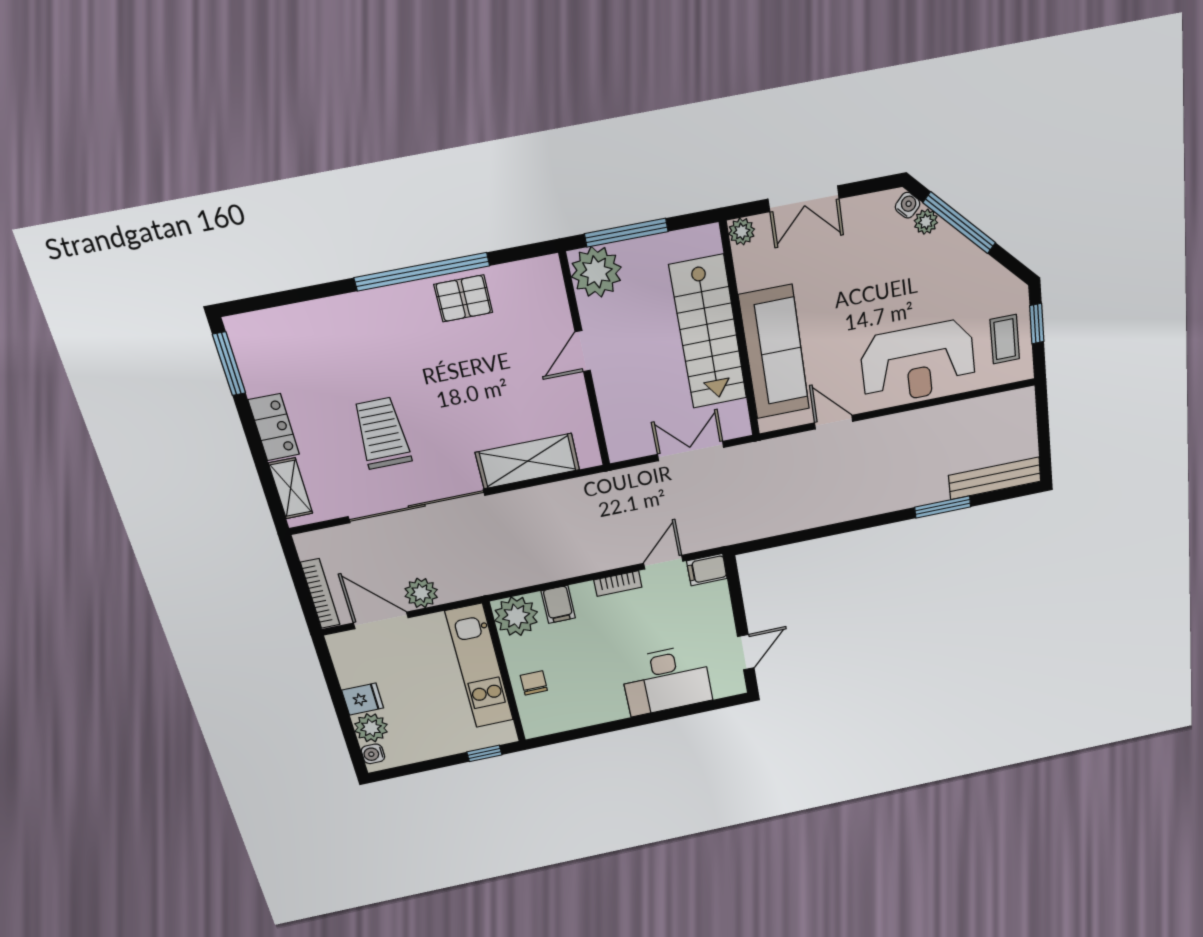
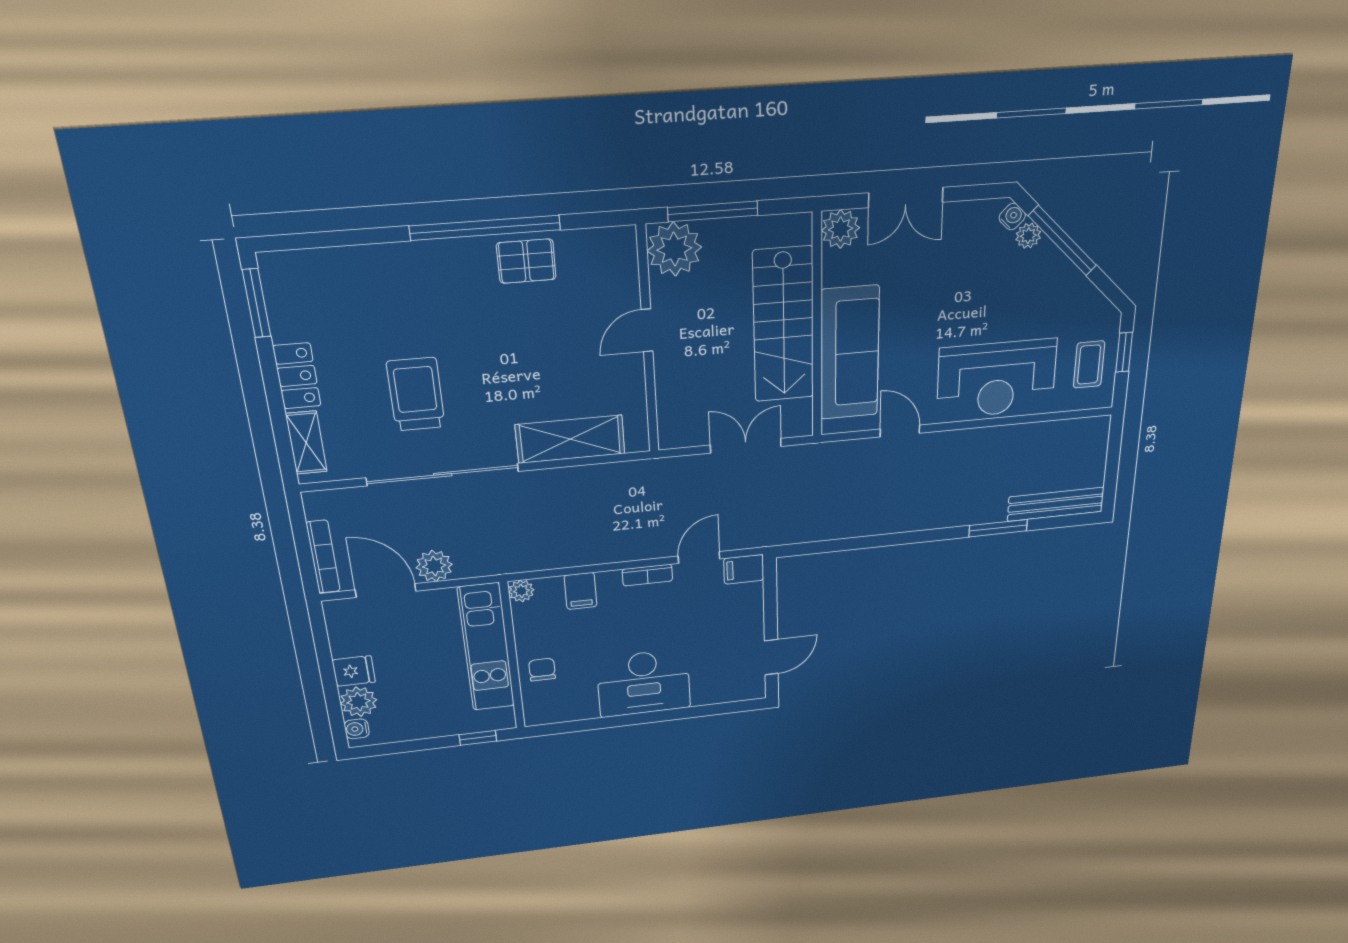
plant: (742, 232) -> (841, 229), width x1.38, depth x1.38
plant: (516, 616) -> (521, 591), width x0.53, depth x0.53
desk: (666, 680) -> (644, 683), moved

